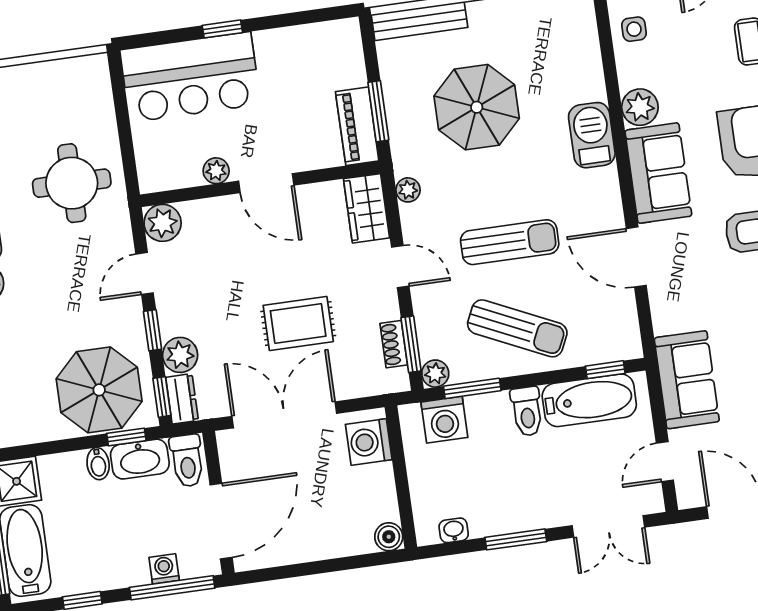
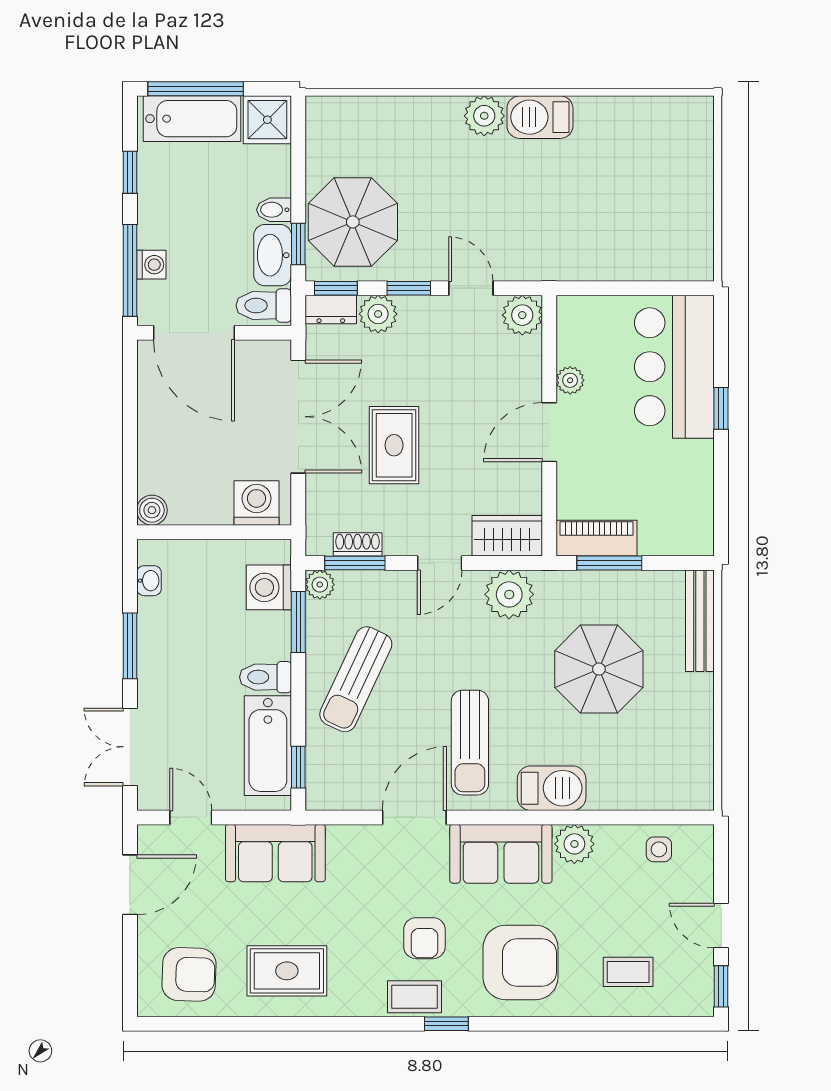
round table: (72, 183) -> (579, 224), removed
plant: (408, 190) -> (509, 594), width x1.88, depth x1.88
sun lounger: (510, 242) -> (470, 743), moved

